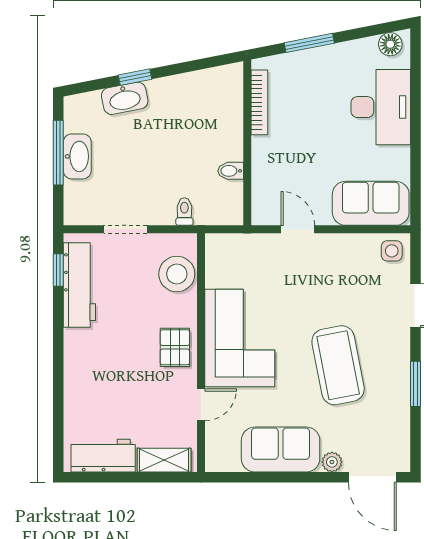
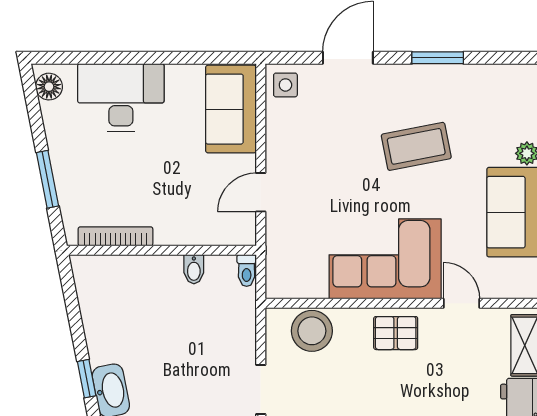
toilet: (184, 212) -> (247, 271), moved, turned -90
coffee table: (338, 365) -> (416, 146), width x0.73, depth x0.76

